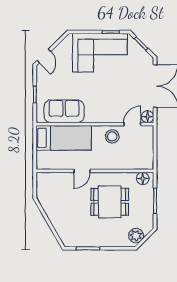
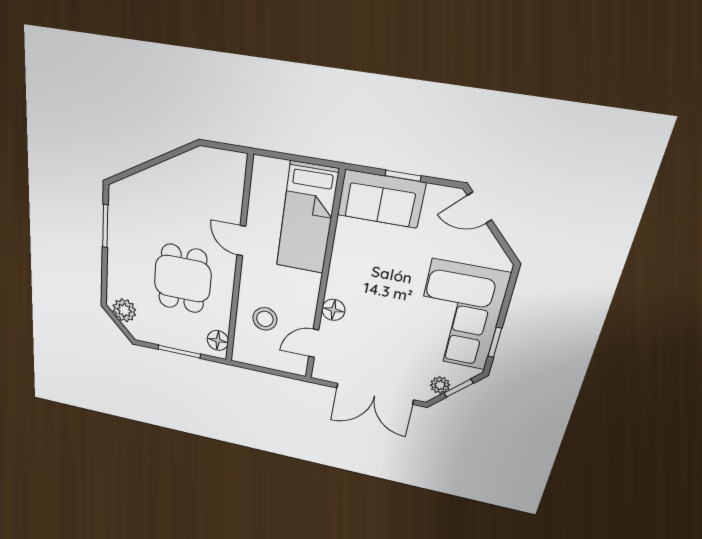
plant: (141, 53) -> (440, 385), added
sofa: (64, 111) -> (381, 199), moved, turned 90
floor lamp: (148, 117) -> (333, 310), moved
door: (132, 124) -> (314, 343), swing flipped
stool: (112, 136) -> (265, 319), moved

